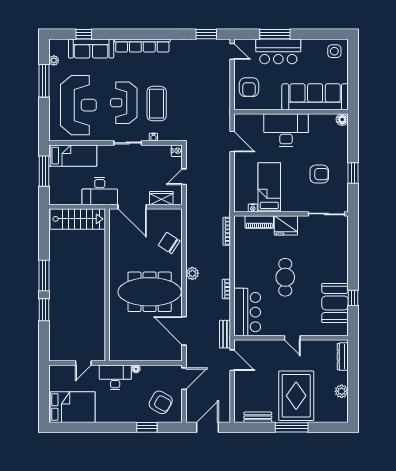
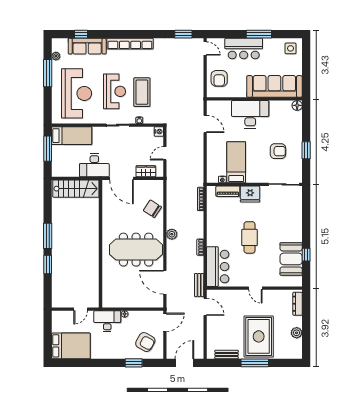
window: (275, 34) -> (259, 34), moved
reception desk: (124, 103) -> (114, 91), turned 180

